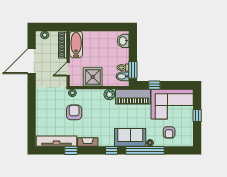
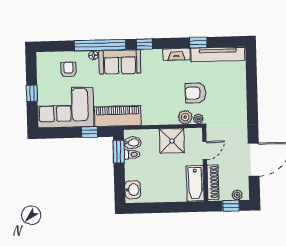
window: (50, 27) -> (231, 206), added
plant: (109, 94) -> (185, 117), moved
armchair: (74, 112) -> (195, 93), turned 90

